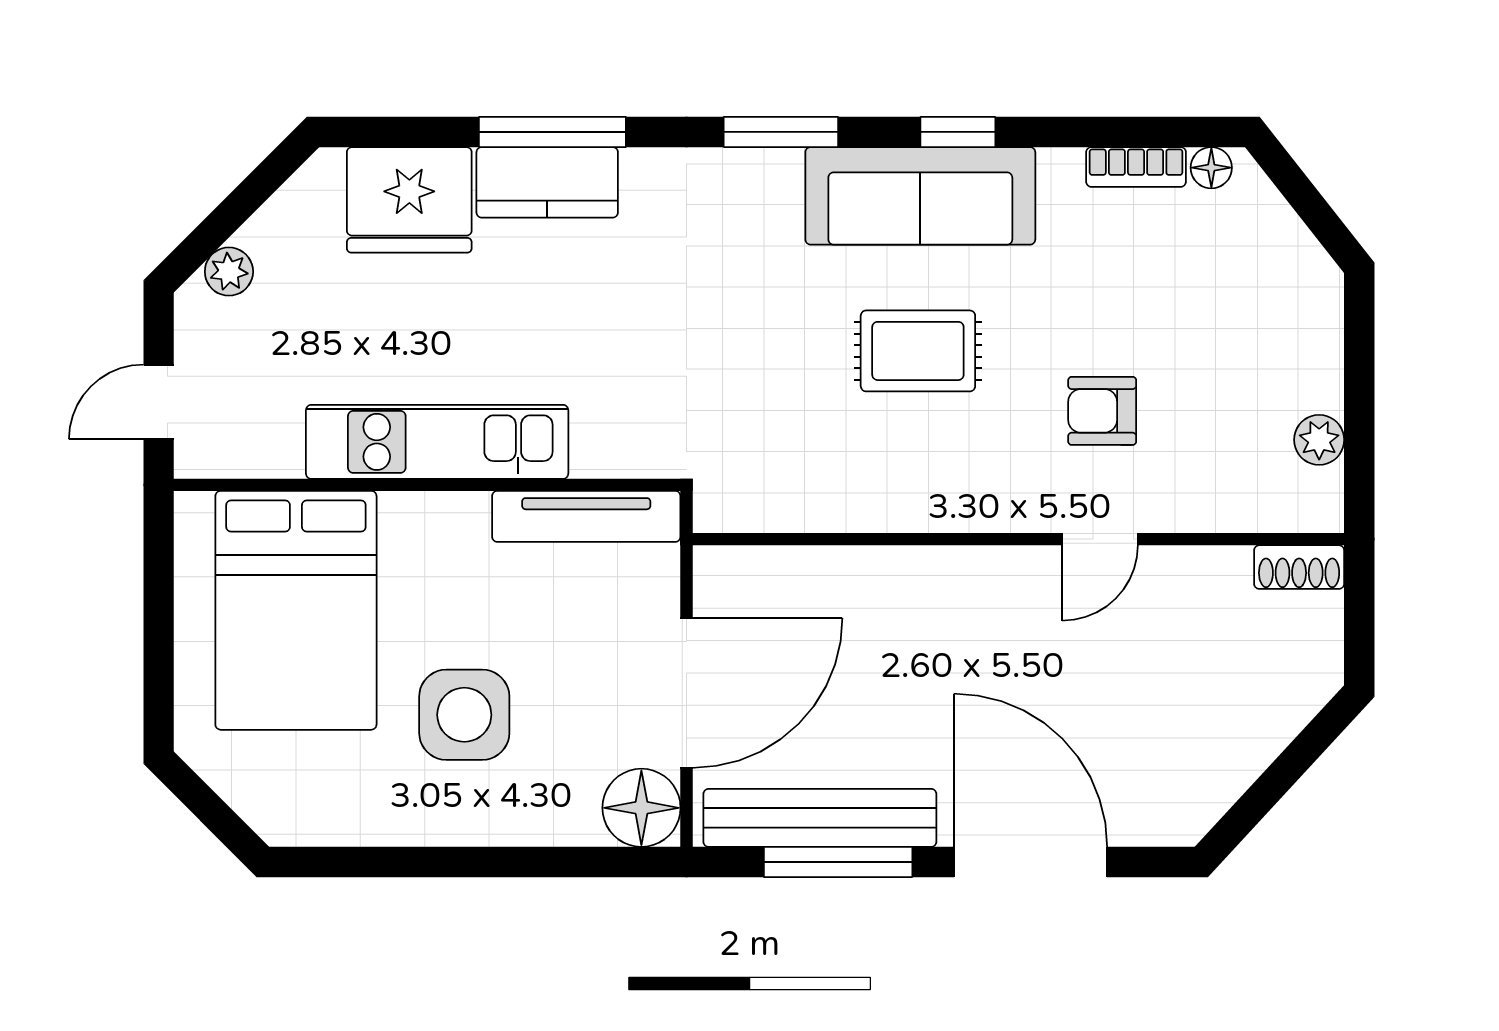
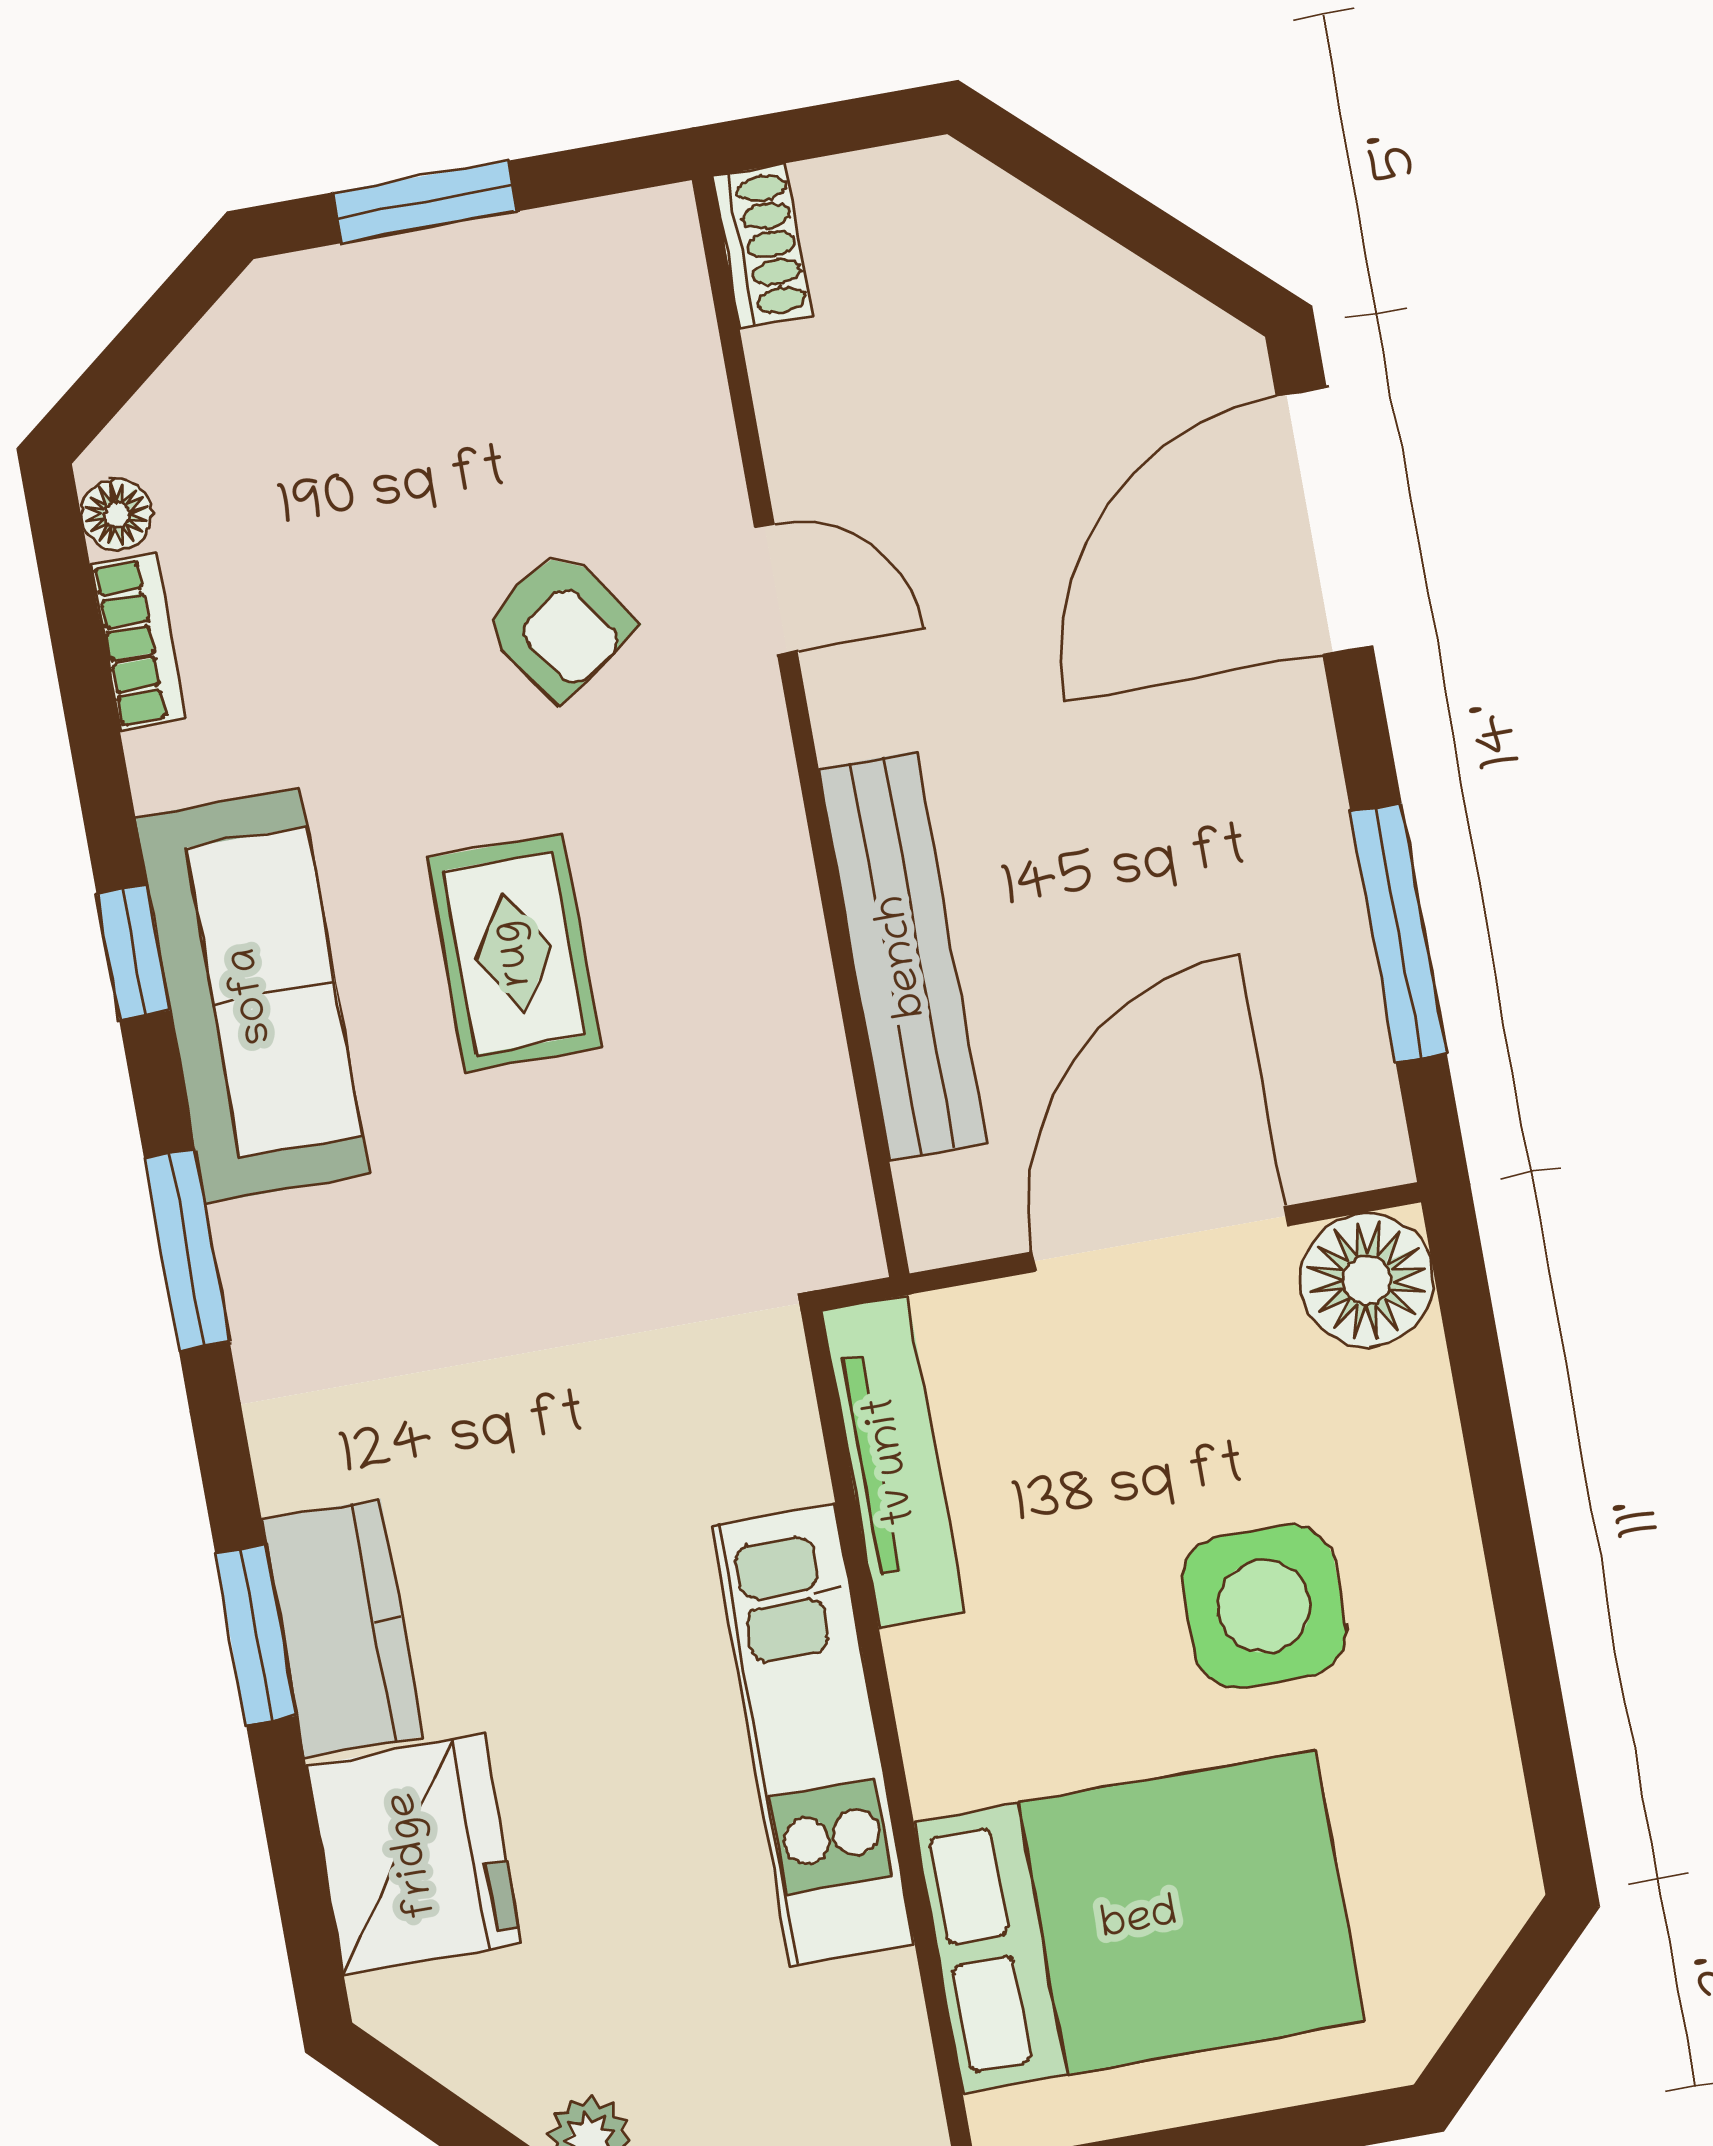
window: (552, 132) -> (256, 1635), width x0.69
window: (1359, 377) -> (425, 202), added
armchair: (1102, 411) -> (559, 625), turned -35
plant: (1319, 440) -> (542, 251), removed
door: (687, 693) -> (1160, 1239), hinge flipped
bench: (820, 818) -> (903, 956), moved
door: (1031, 862) -> (1325, 521), moved

